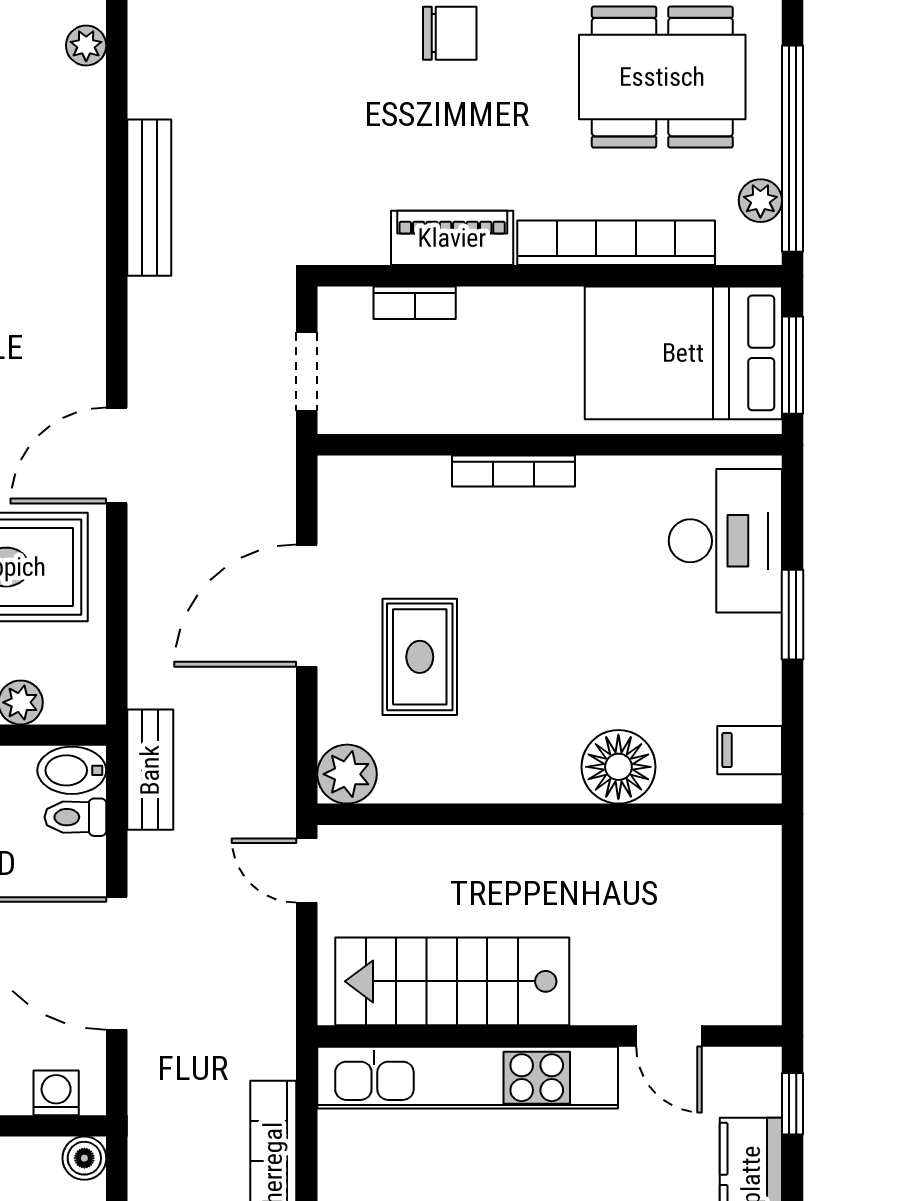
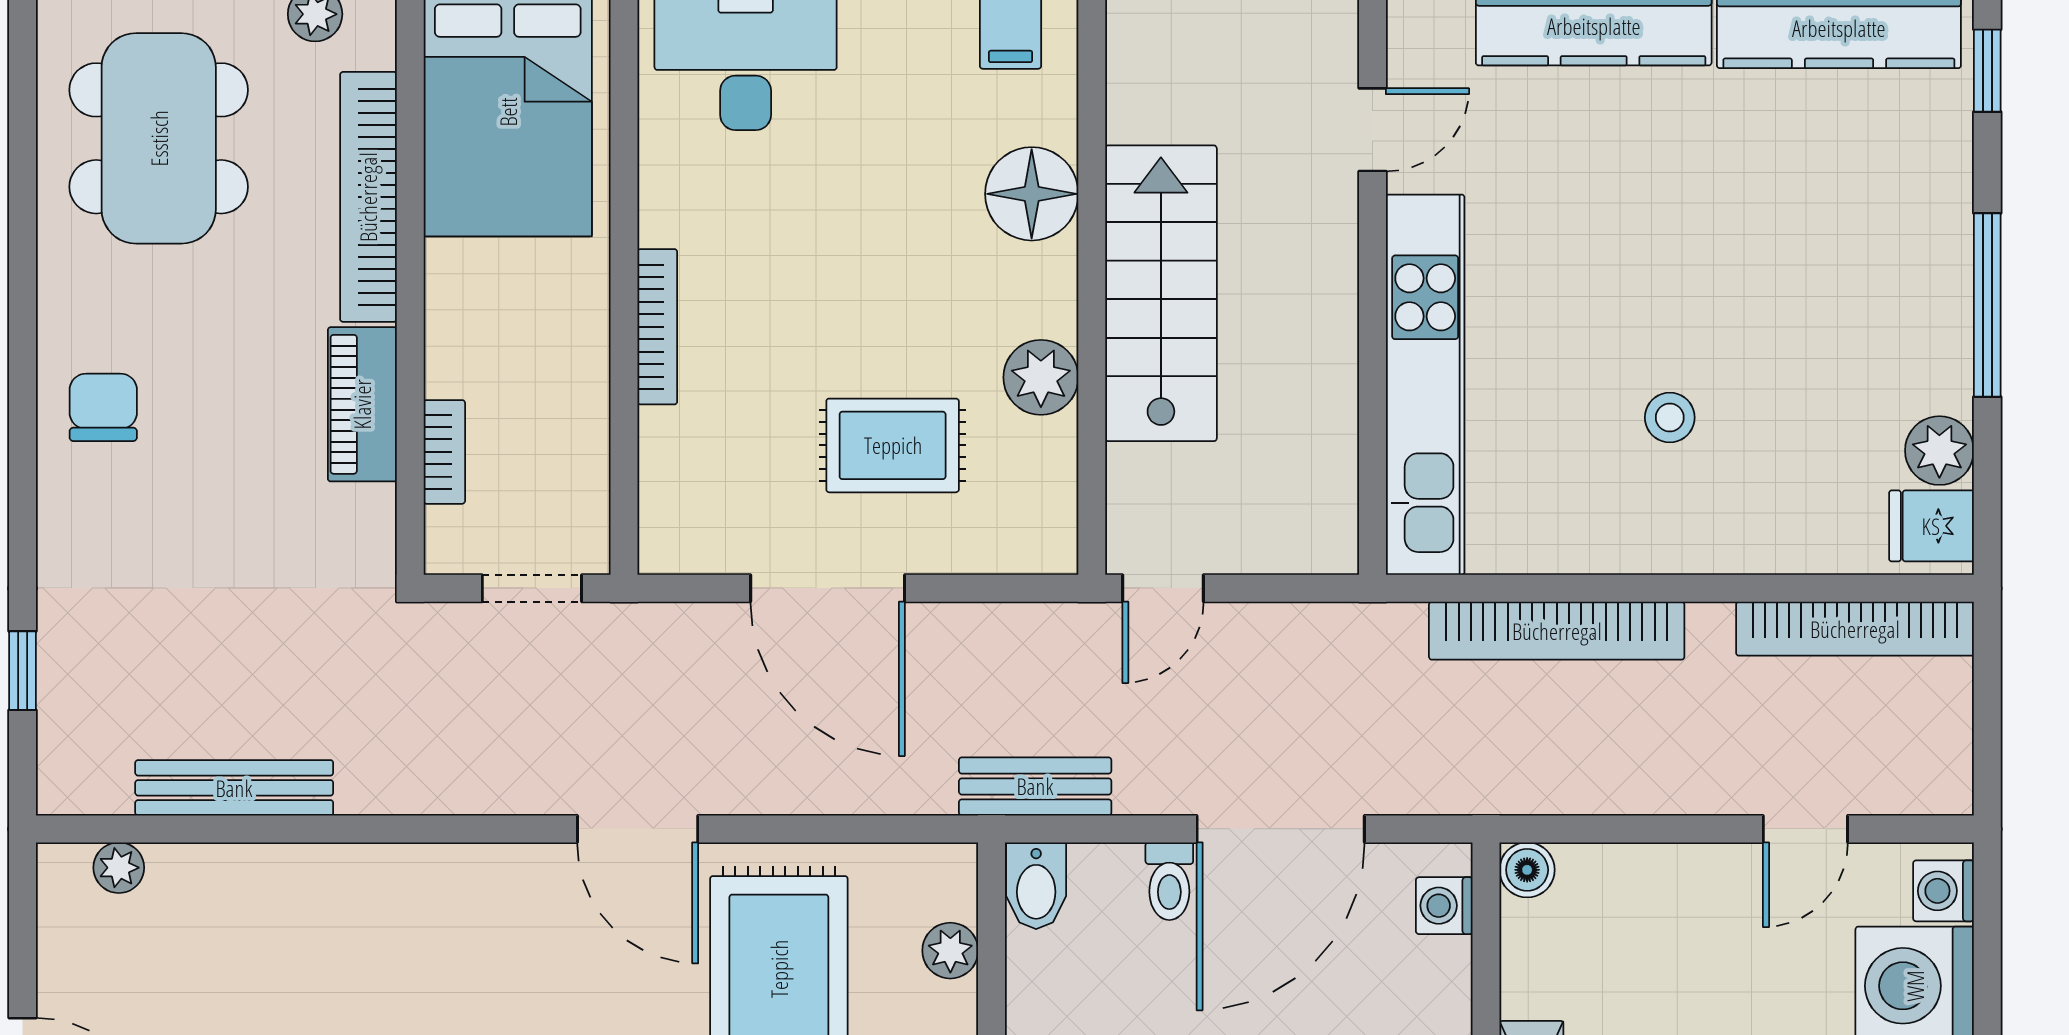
bench: (149, 198) -> (234, 788), moved
plant: (347, 774) -> (1041, 377), moved
toilet: (75, 817) -> (1169, 881), moved
stairs: (452, 981) -> (1161, 293), moved, turned 180

